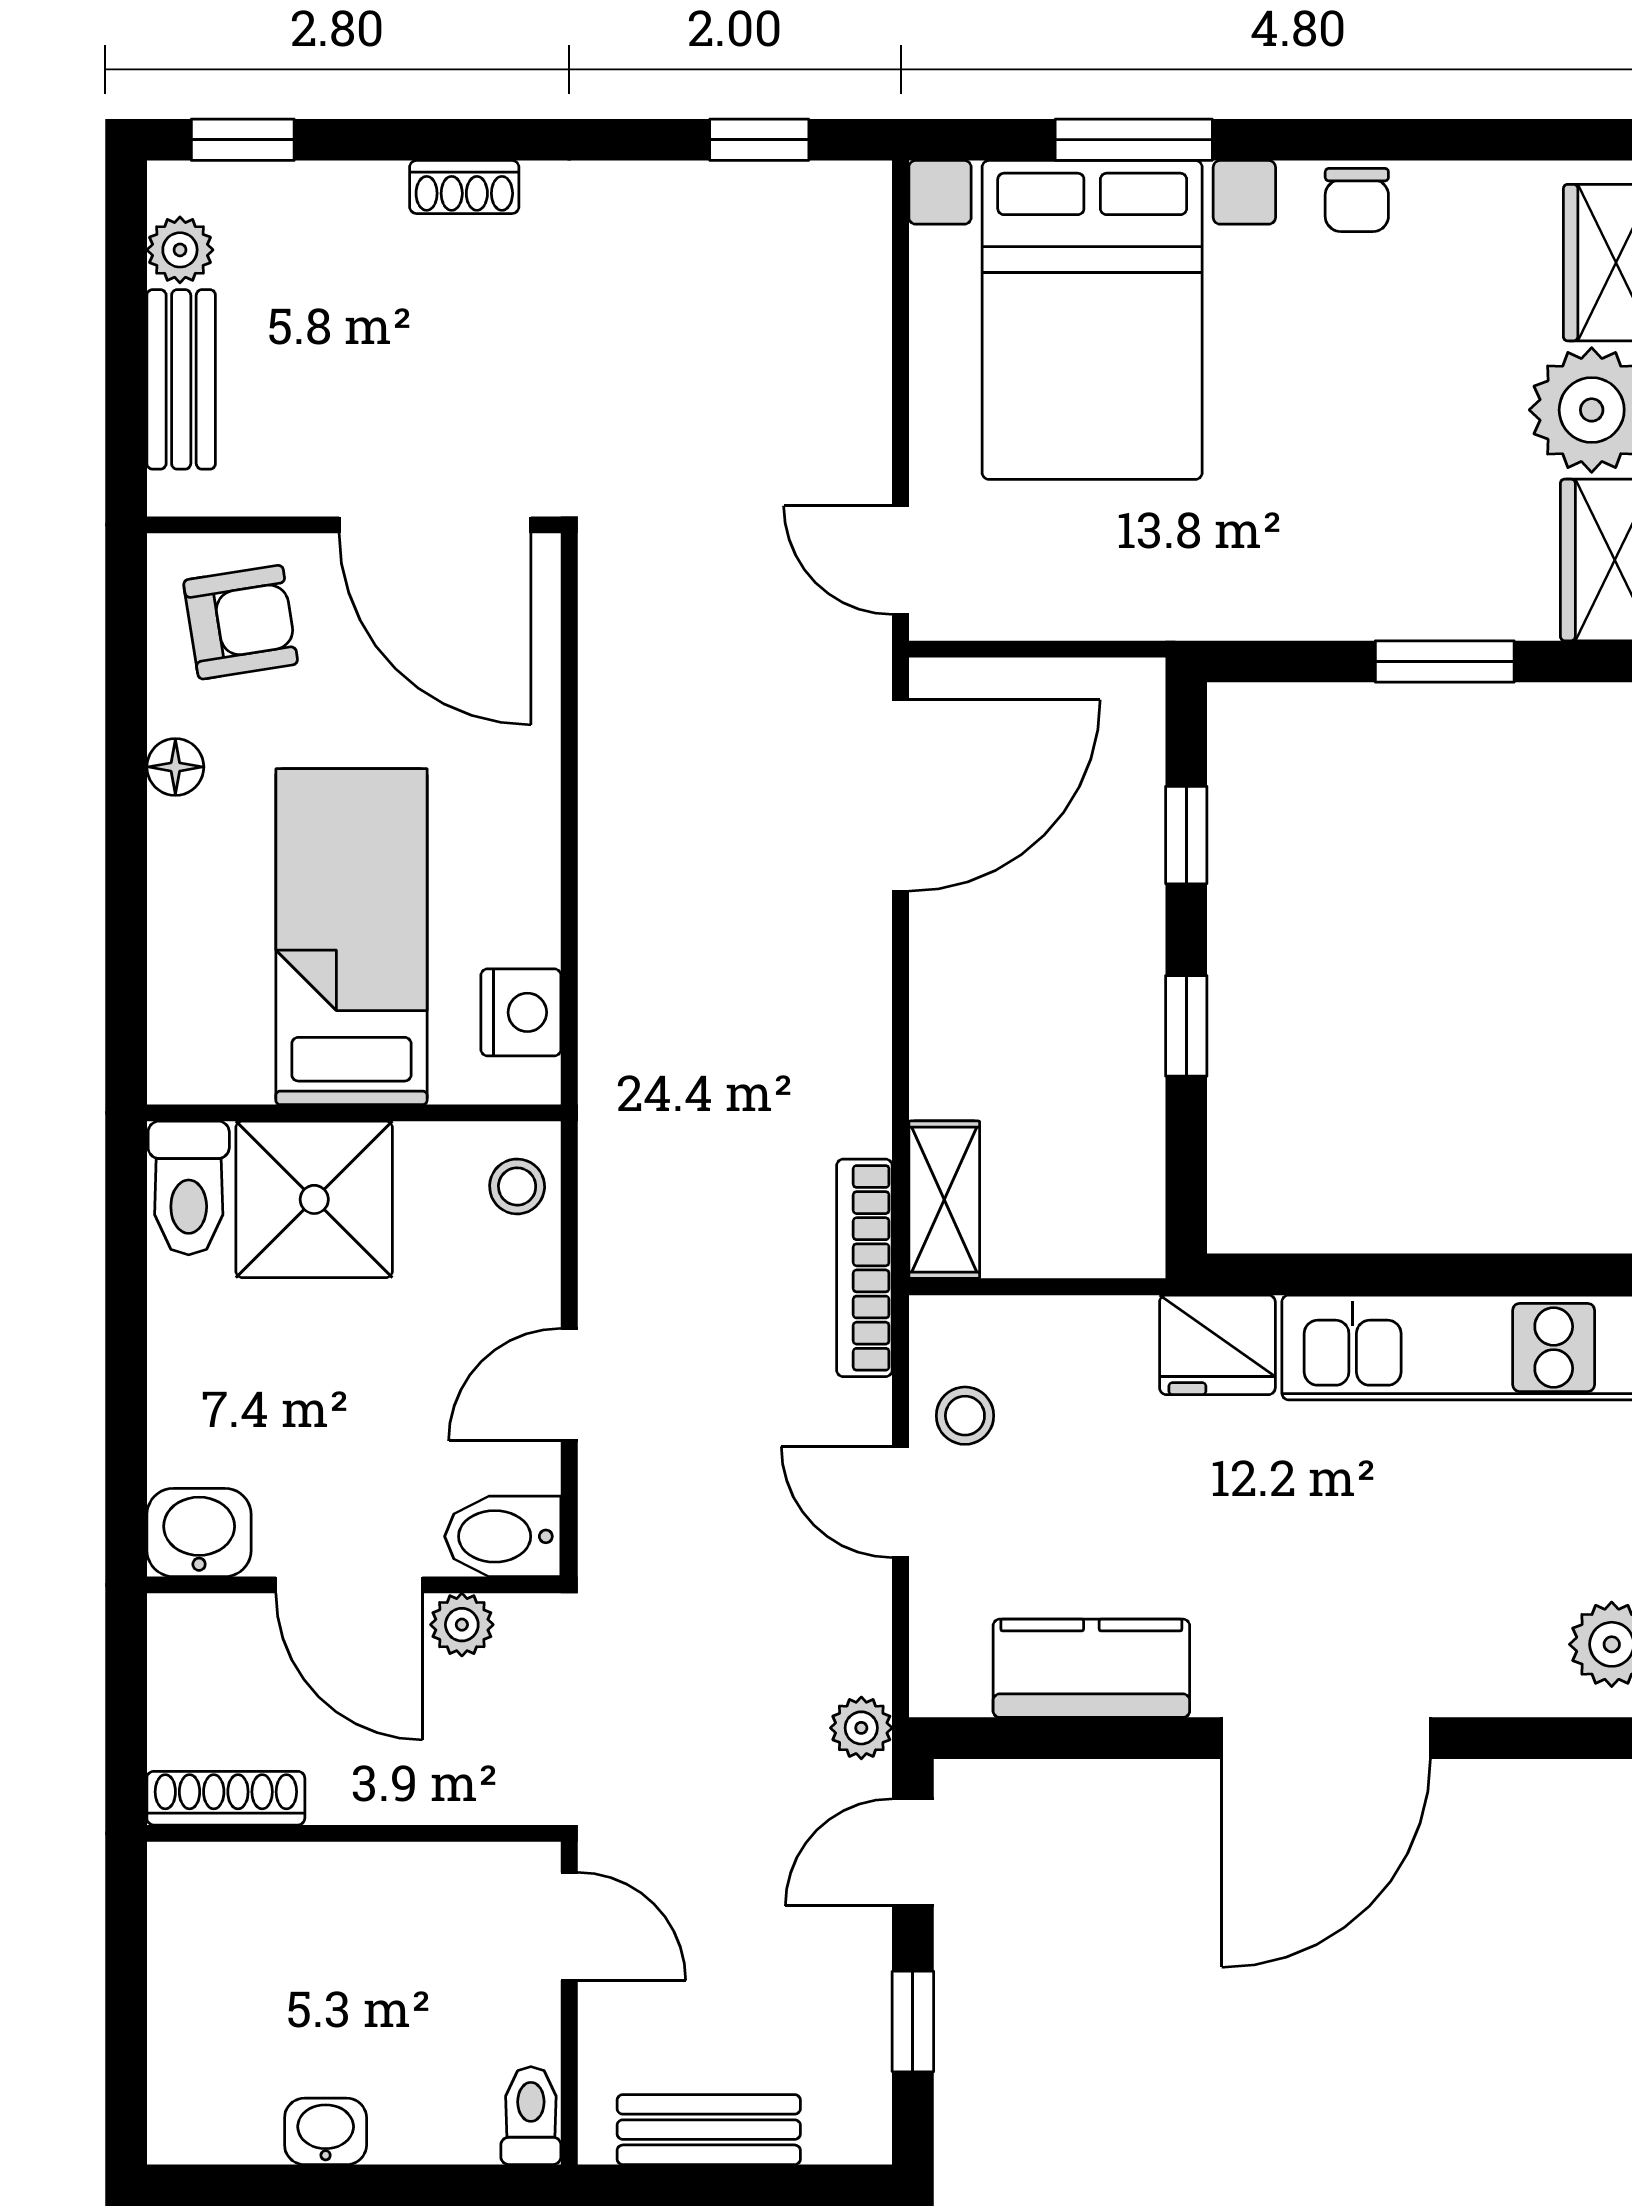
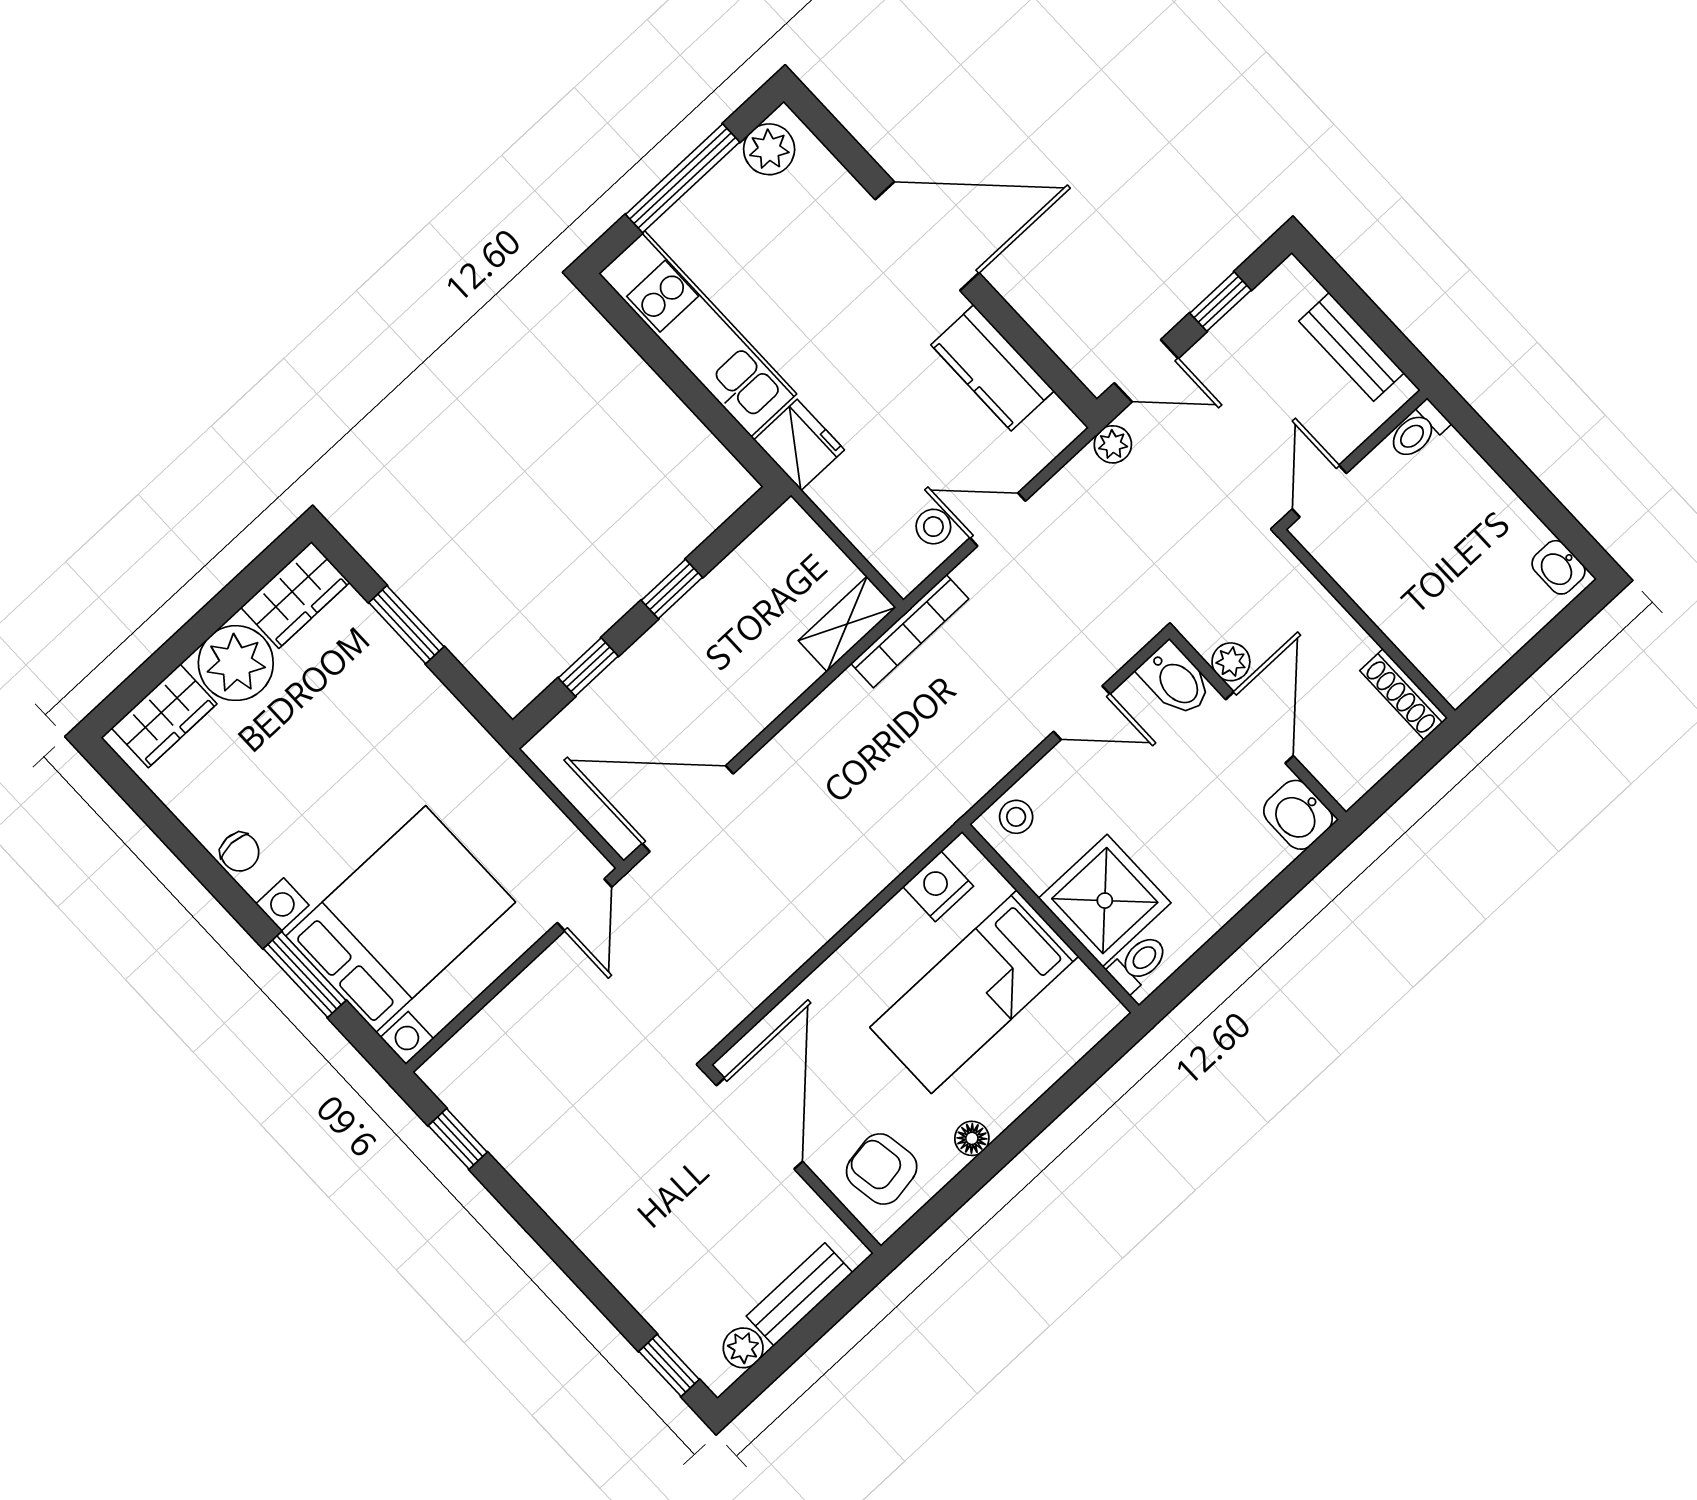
shoe rack: (464, 187) -> (599, 1249), removed
chair: (1357, 200) -> (240, 852), turned 90
toilet: (189, 1188) -> (1138, 963), width x0.73, depth x0.72
door: (901, 1502) -> (998, 519), swing flipped
washbasin: (326, 2131) -> (1558, 567), moved

